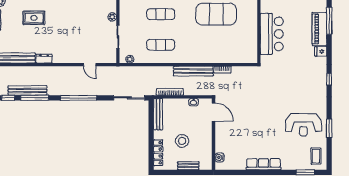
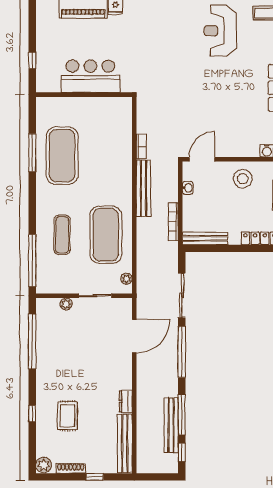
exercise mat: (161, 45) -> (106, 235), width x2.00, depth x1.45
door: (90, 65) -> (134, 336), width x1.88
sliding door: (129, 98) -> (182, 295), moved
reception desk: (303, 125) -> (220, 31), turned 180
stool: (182, 141) -> (243, 179), moved

